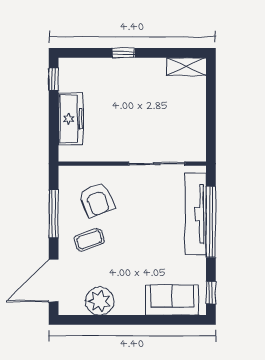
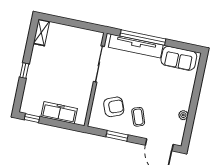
window: (54, 214) -> (117, 136), width x0.69
window: (211, 293) -> (188, 47), removed
sofa: (172, 300) -> (179, 58), moved, turned -90
plant: (100, 301) -> (183, 115), width x0.53, depth x0.53

